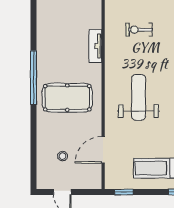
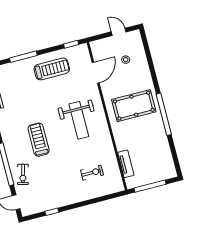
tv unit: (95, 46) -> (126, 164), moved

